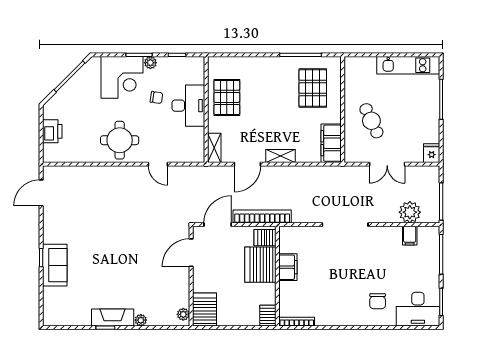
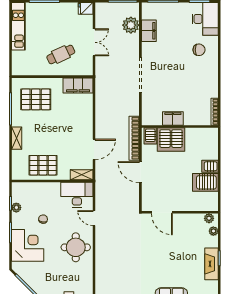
plant: (150, 63) -> (16, 208), moved
desk: (188, 106) -> (77, 195), moved
shelving: (281, 156) -> (17, 138), moved
door: (158, 164) -> (94, 218), swing flipped
door: (247, 164) -> (94, 149), hinge flipped
filing cabinet: (410, 236) -> (149, 31), width x2.00
door: (191, 253) -> (162, 212), moved
wall: (191, 276) -> (180, 212), moved
plant: (183, 314) -> (209, 218), moved
server rack: (268, 316) -> (210, 166), moved
fireplace: (113, 318) -> (211, 264), moved

